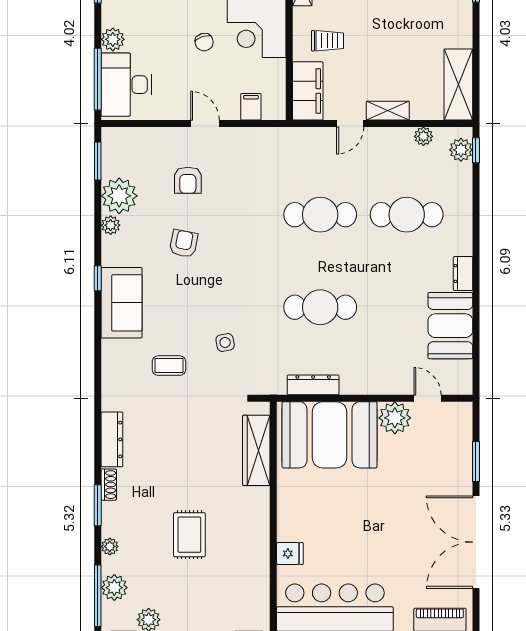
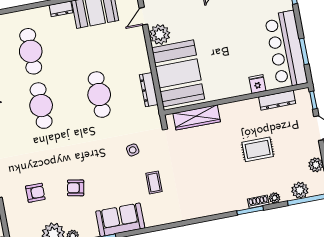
dresser: (112, 439) -> (277, 100), moved, turned 180
shoe rack: (109, 485) -> (258, 202), moved

